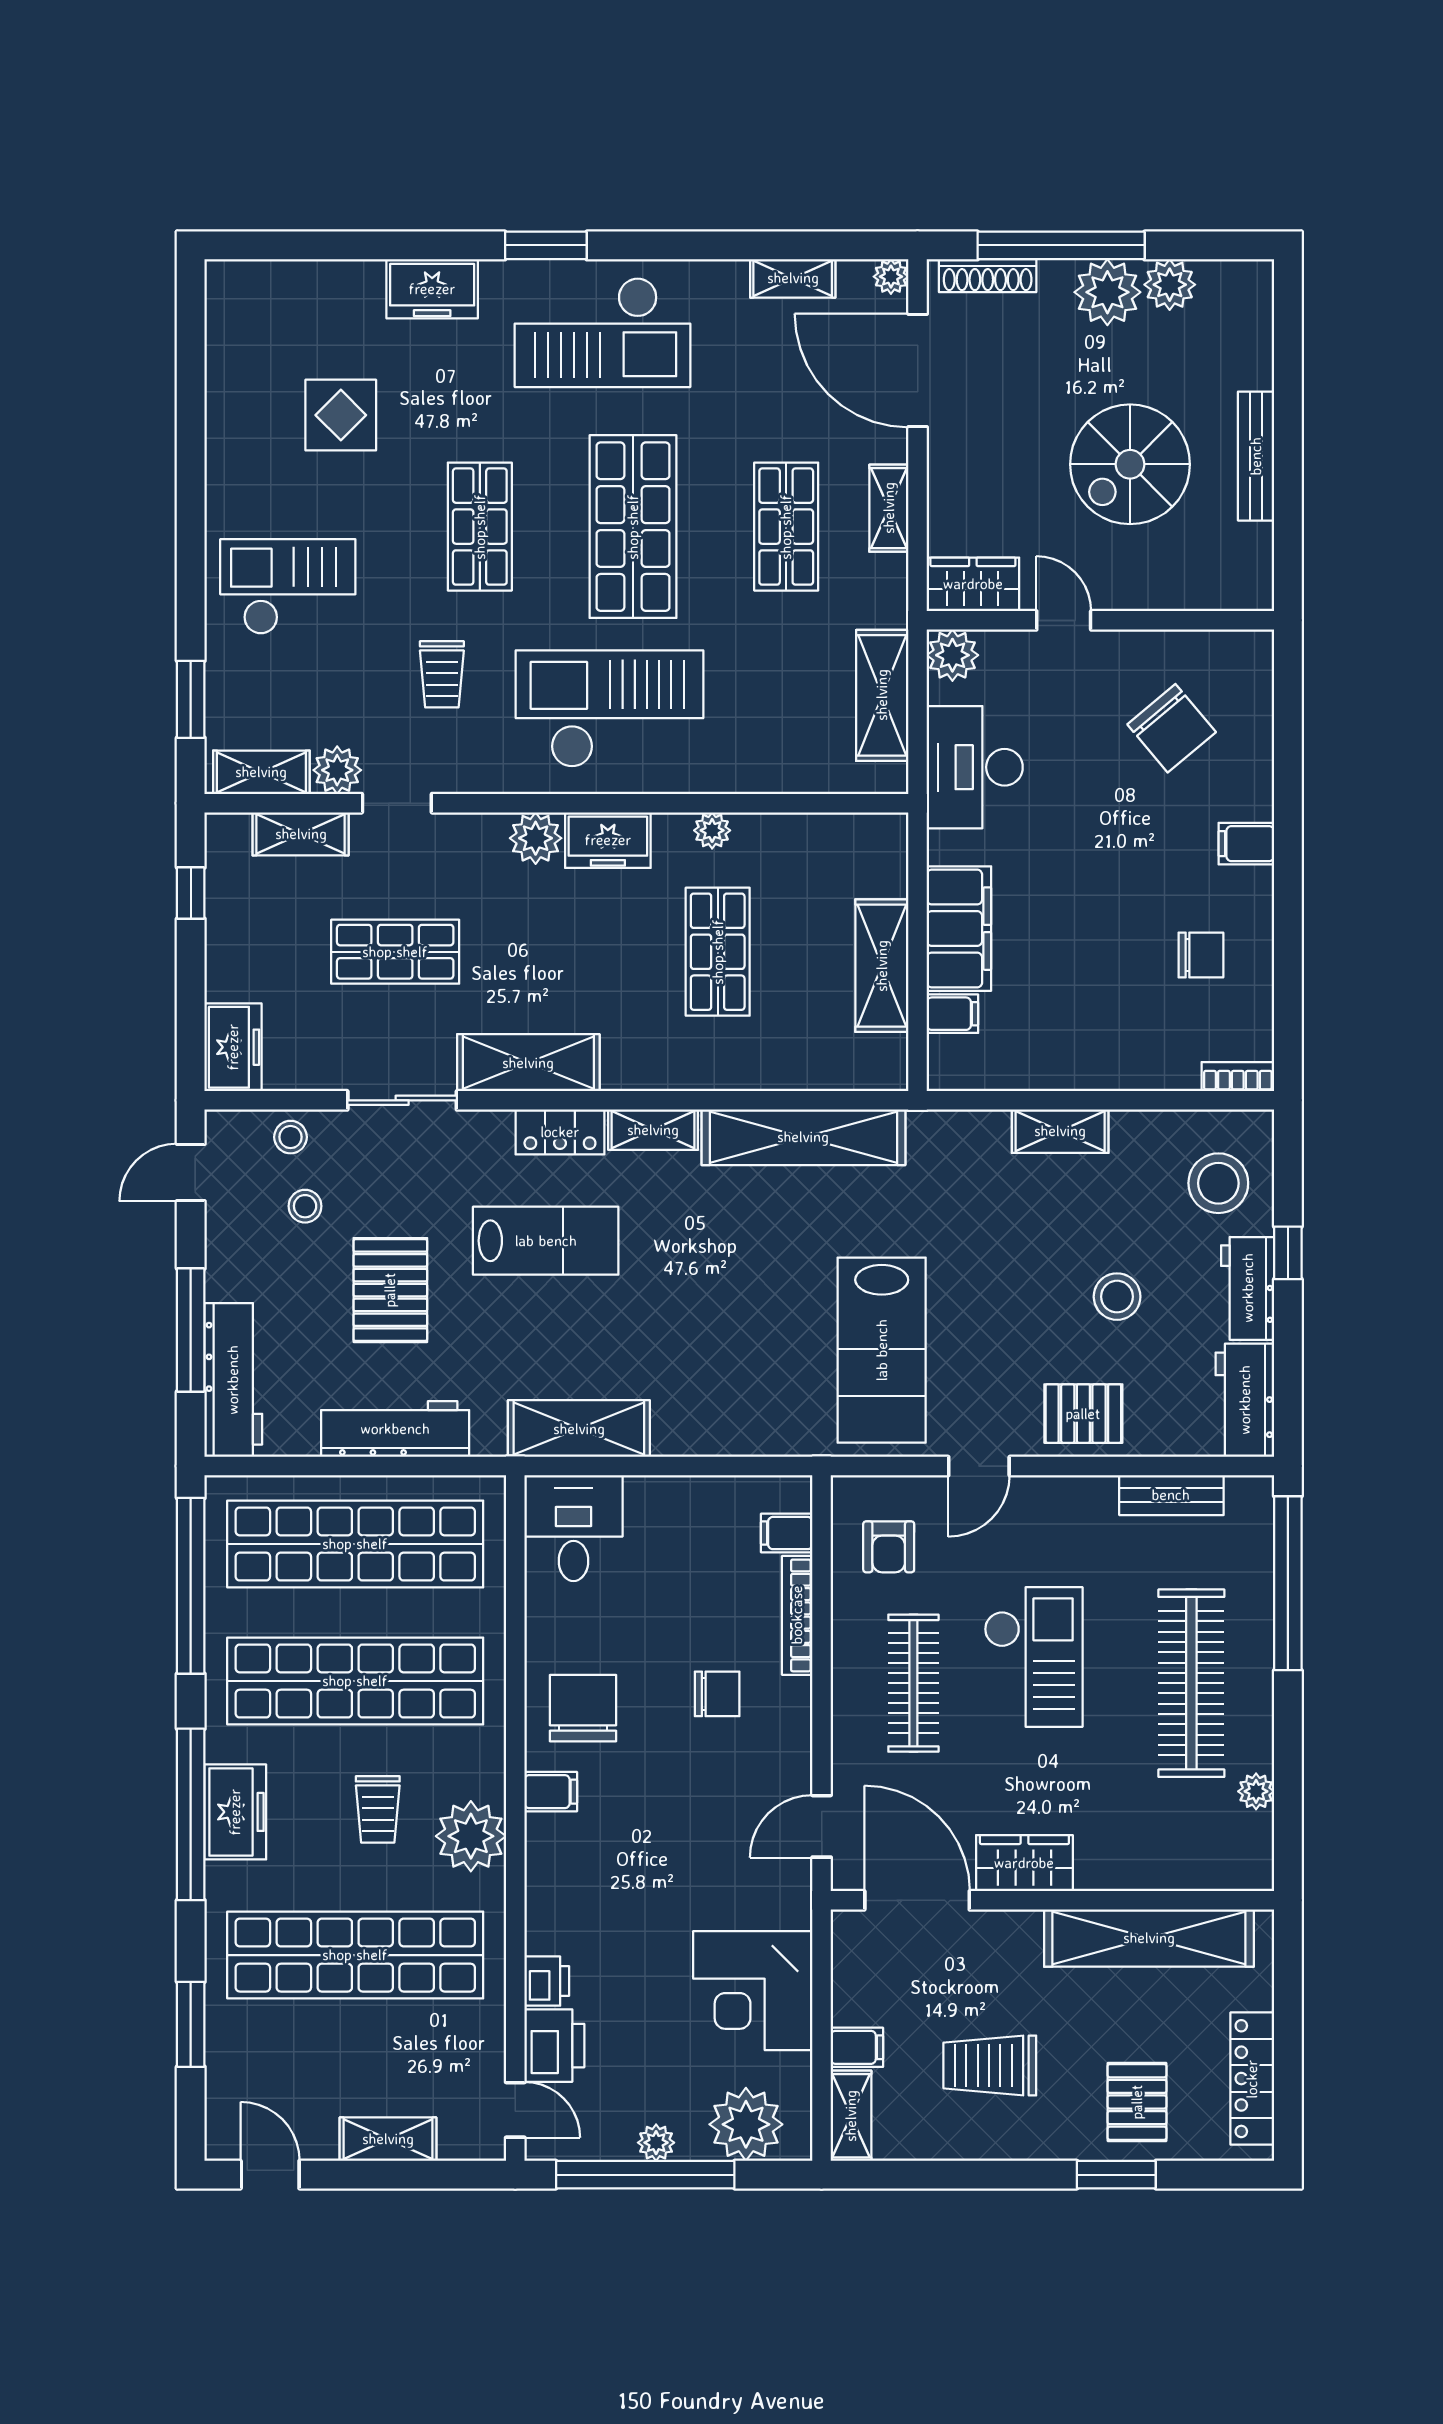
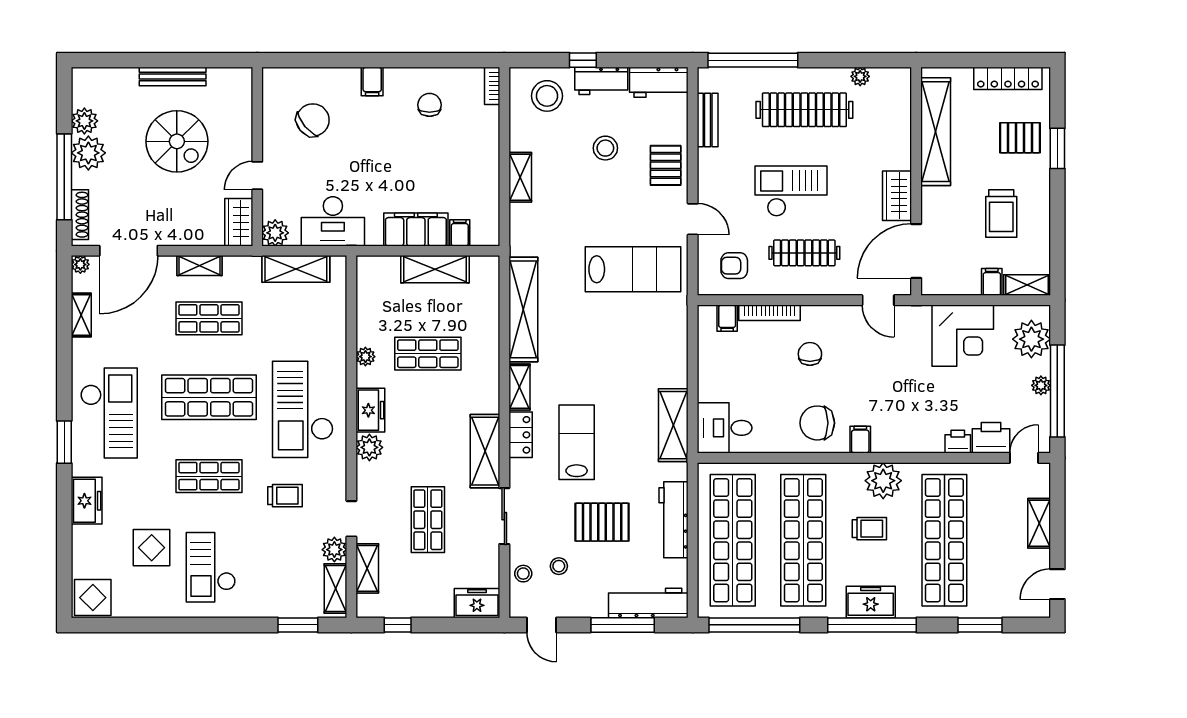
display table: (244, 301) -> (93, 598), added
checkout: (288, 587) -> (211, 567), moved
armchair: (889, 1547) -> (734, 266), turned 180

